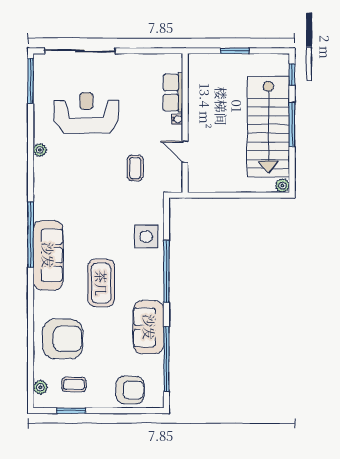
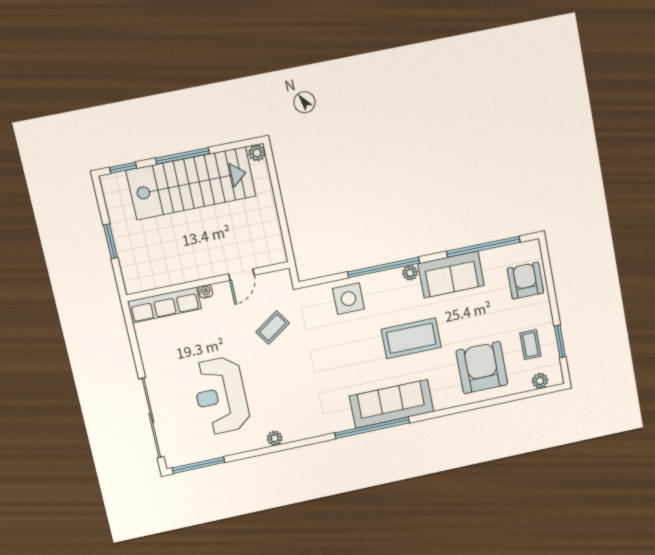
row of seats: (173, 92) -> (165, 305), width x1.48
coffee table: (135, 168) -> (273, 328), turned -34
plant: (157, 293) -> (410, 273), added

